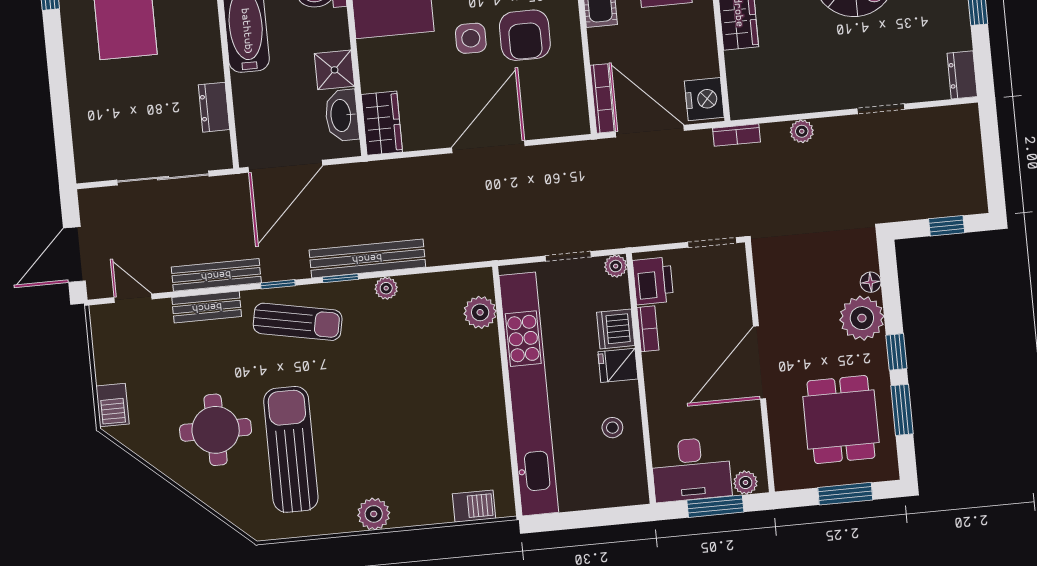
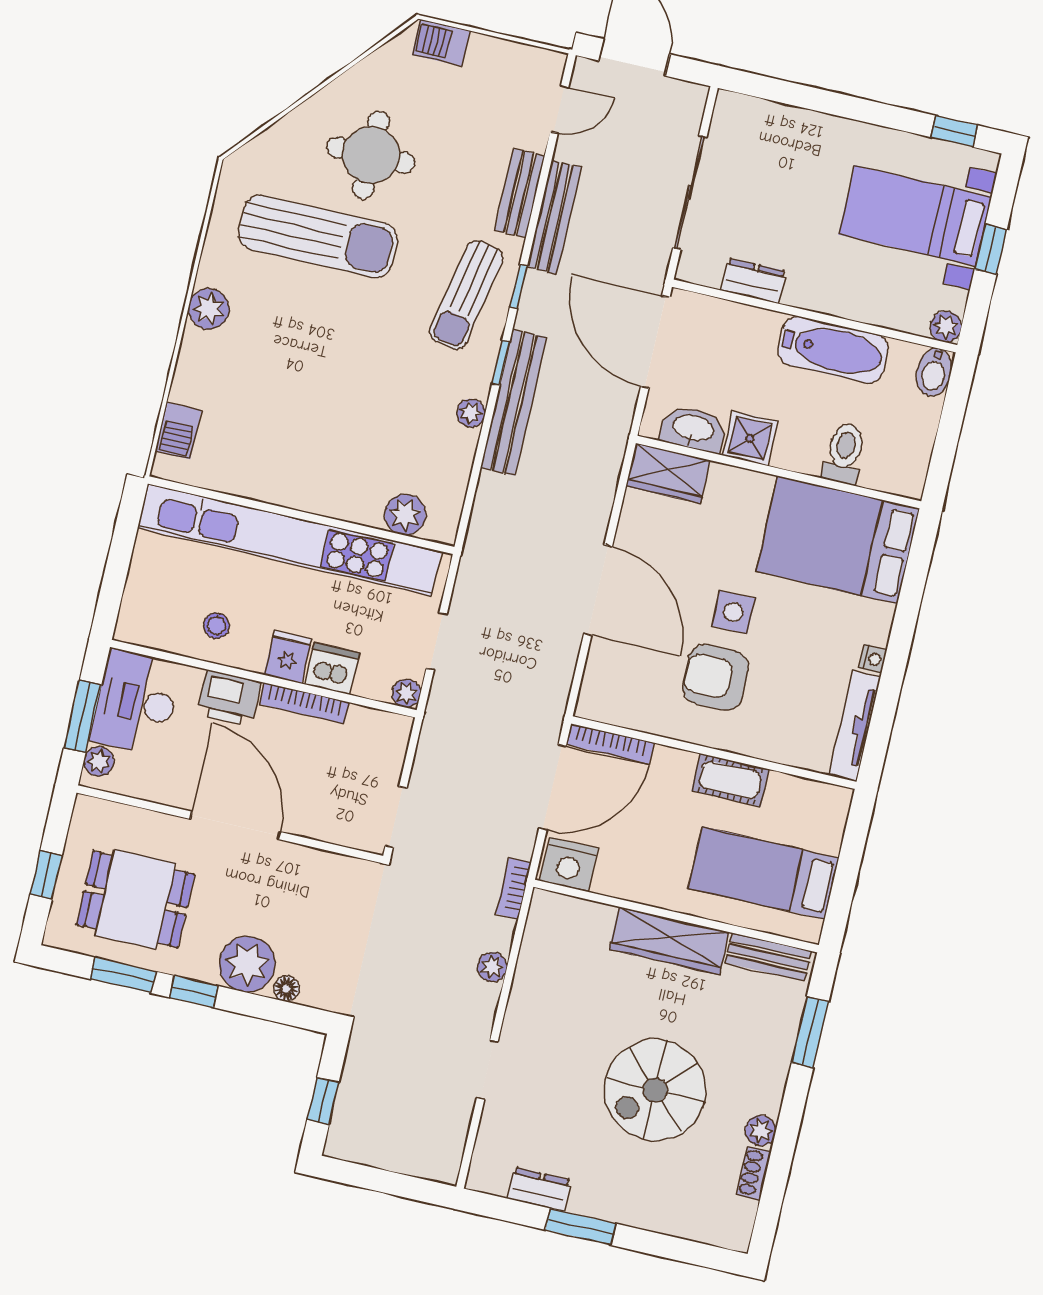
dresser: (962, 75) -> (539, 1189), moved
printer: (653, 281) -> (229, 698), moved
bookcase: (648, 329) -> (304, 703), width x1.56
window: (845, 494) -> (46, 875), width x0.67

